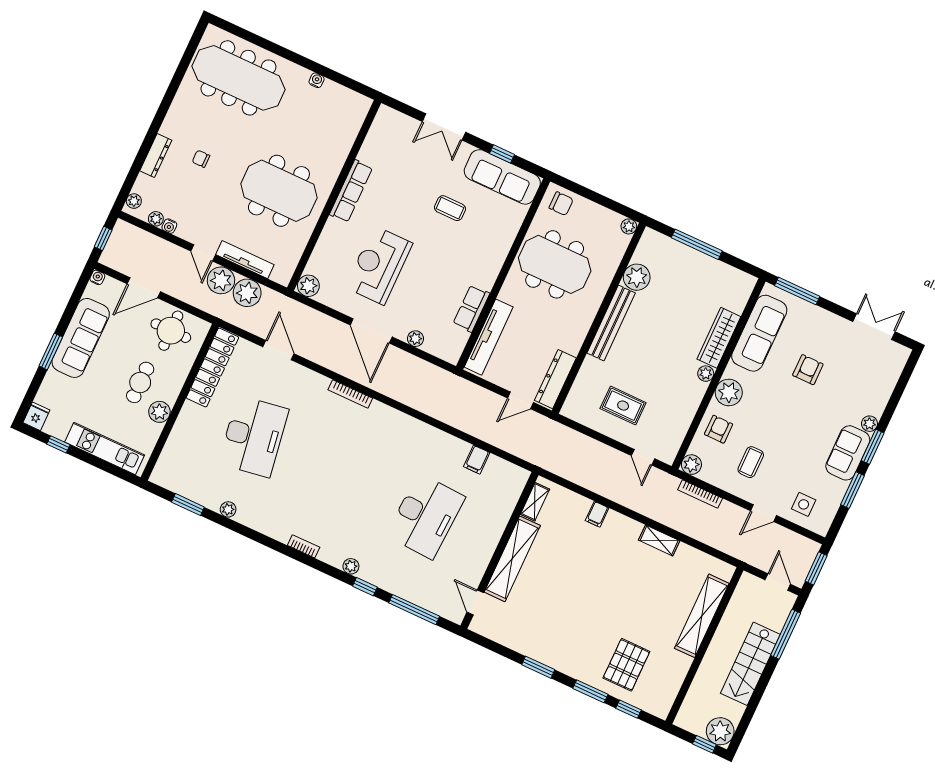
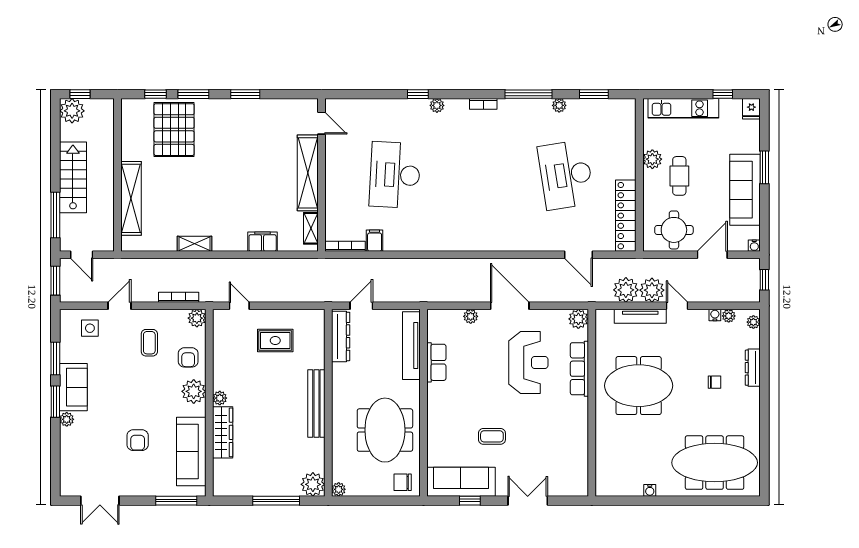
row of seats: (351, 191) -> (579, 369), moved
meeting table: (555, 264) -> (385, 430), turned 90
plant: (637, 277) -> (313, 484), moved
bookcase: (350, 394) -> (345, 246), moved
filing cabinet: (597, 514) -> (263, 242), width x2.00
window: (414, 610) -> (528, 94), moved
pallet: (626, 665) -> (174, 130), width x1.37, depth x1.41

